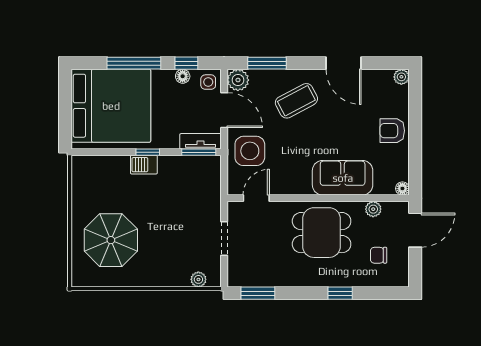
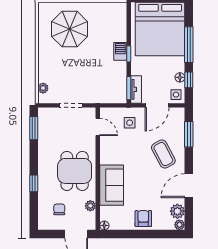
plant: (238, 80) -> (177, 211), moved
side table: (250, 151) -> (130, 123), width x0.54, depth x0.54

